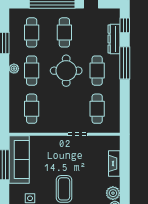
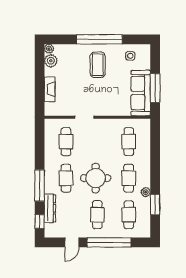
plant: (14, 69) -> (146, 192), moved

